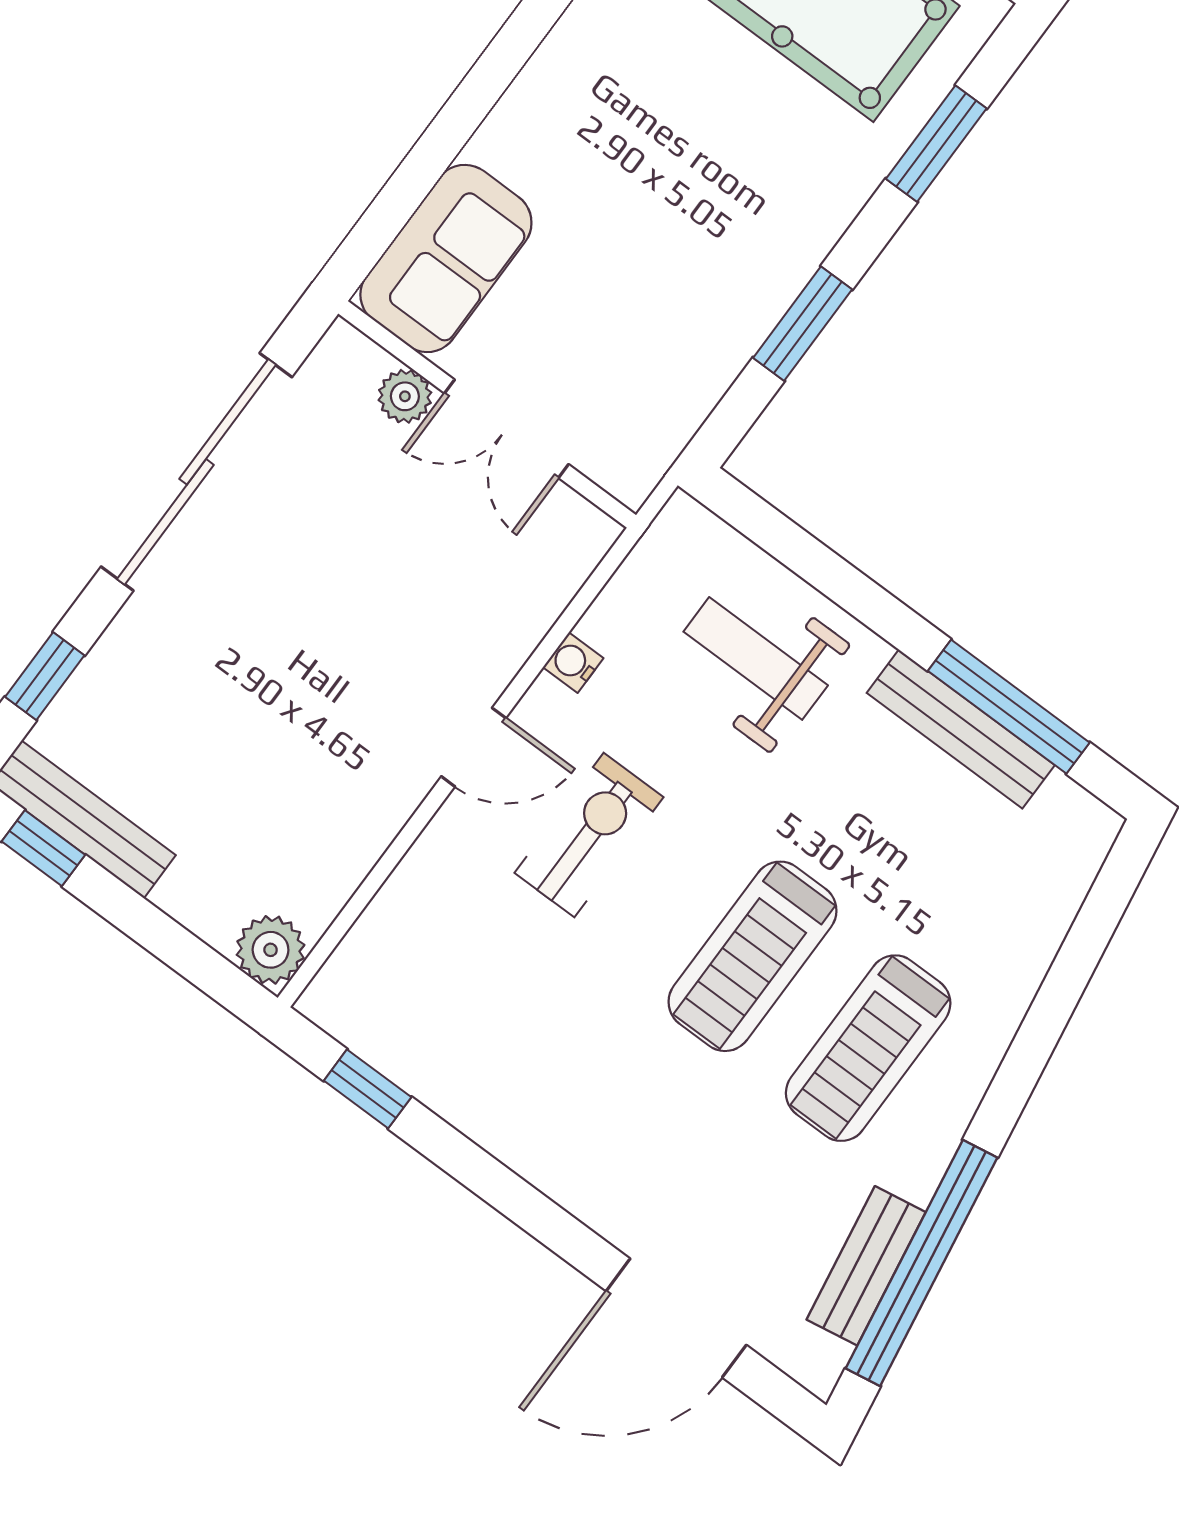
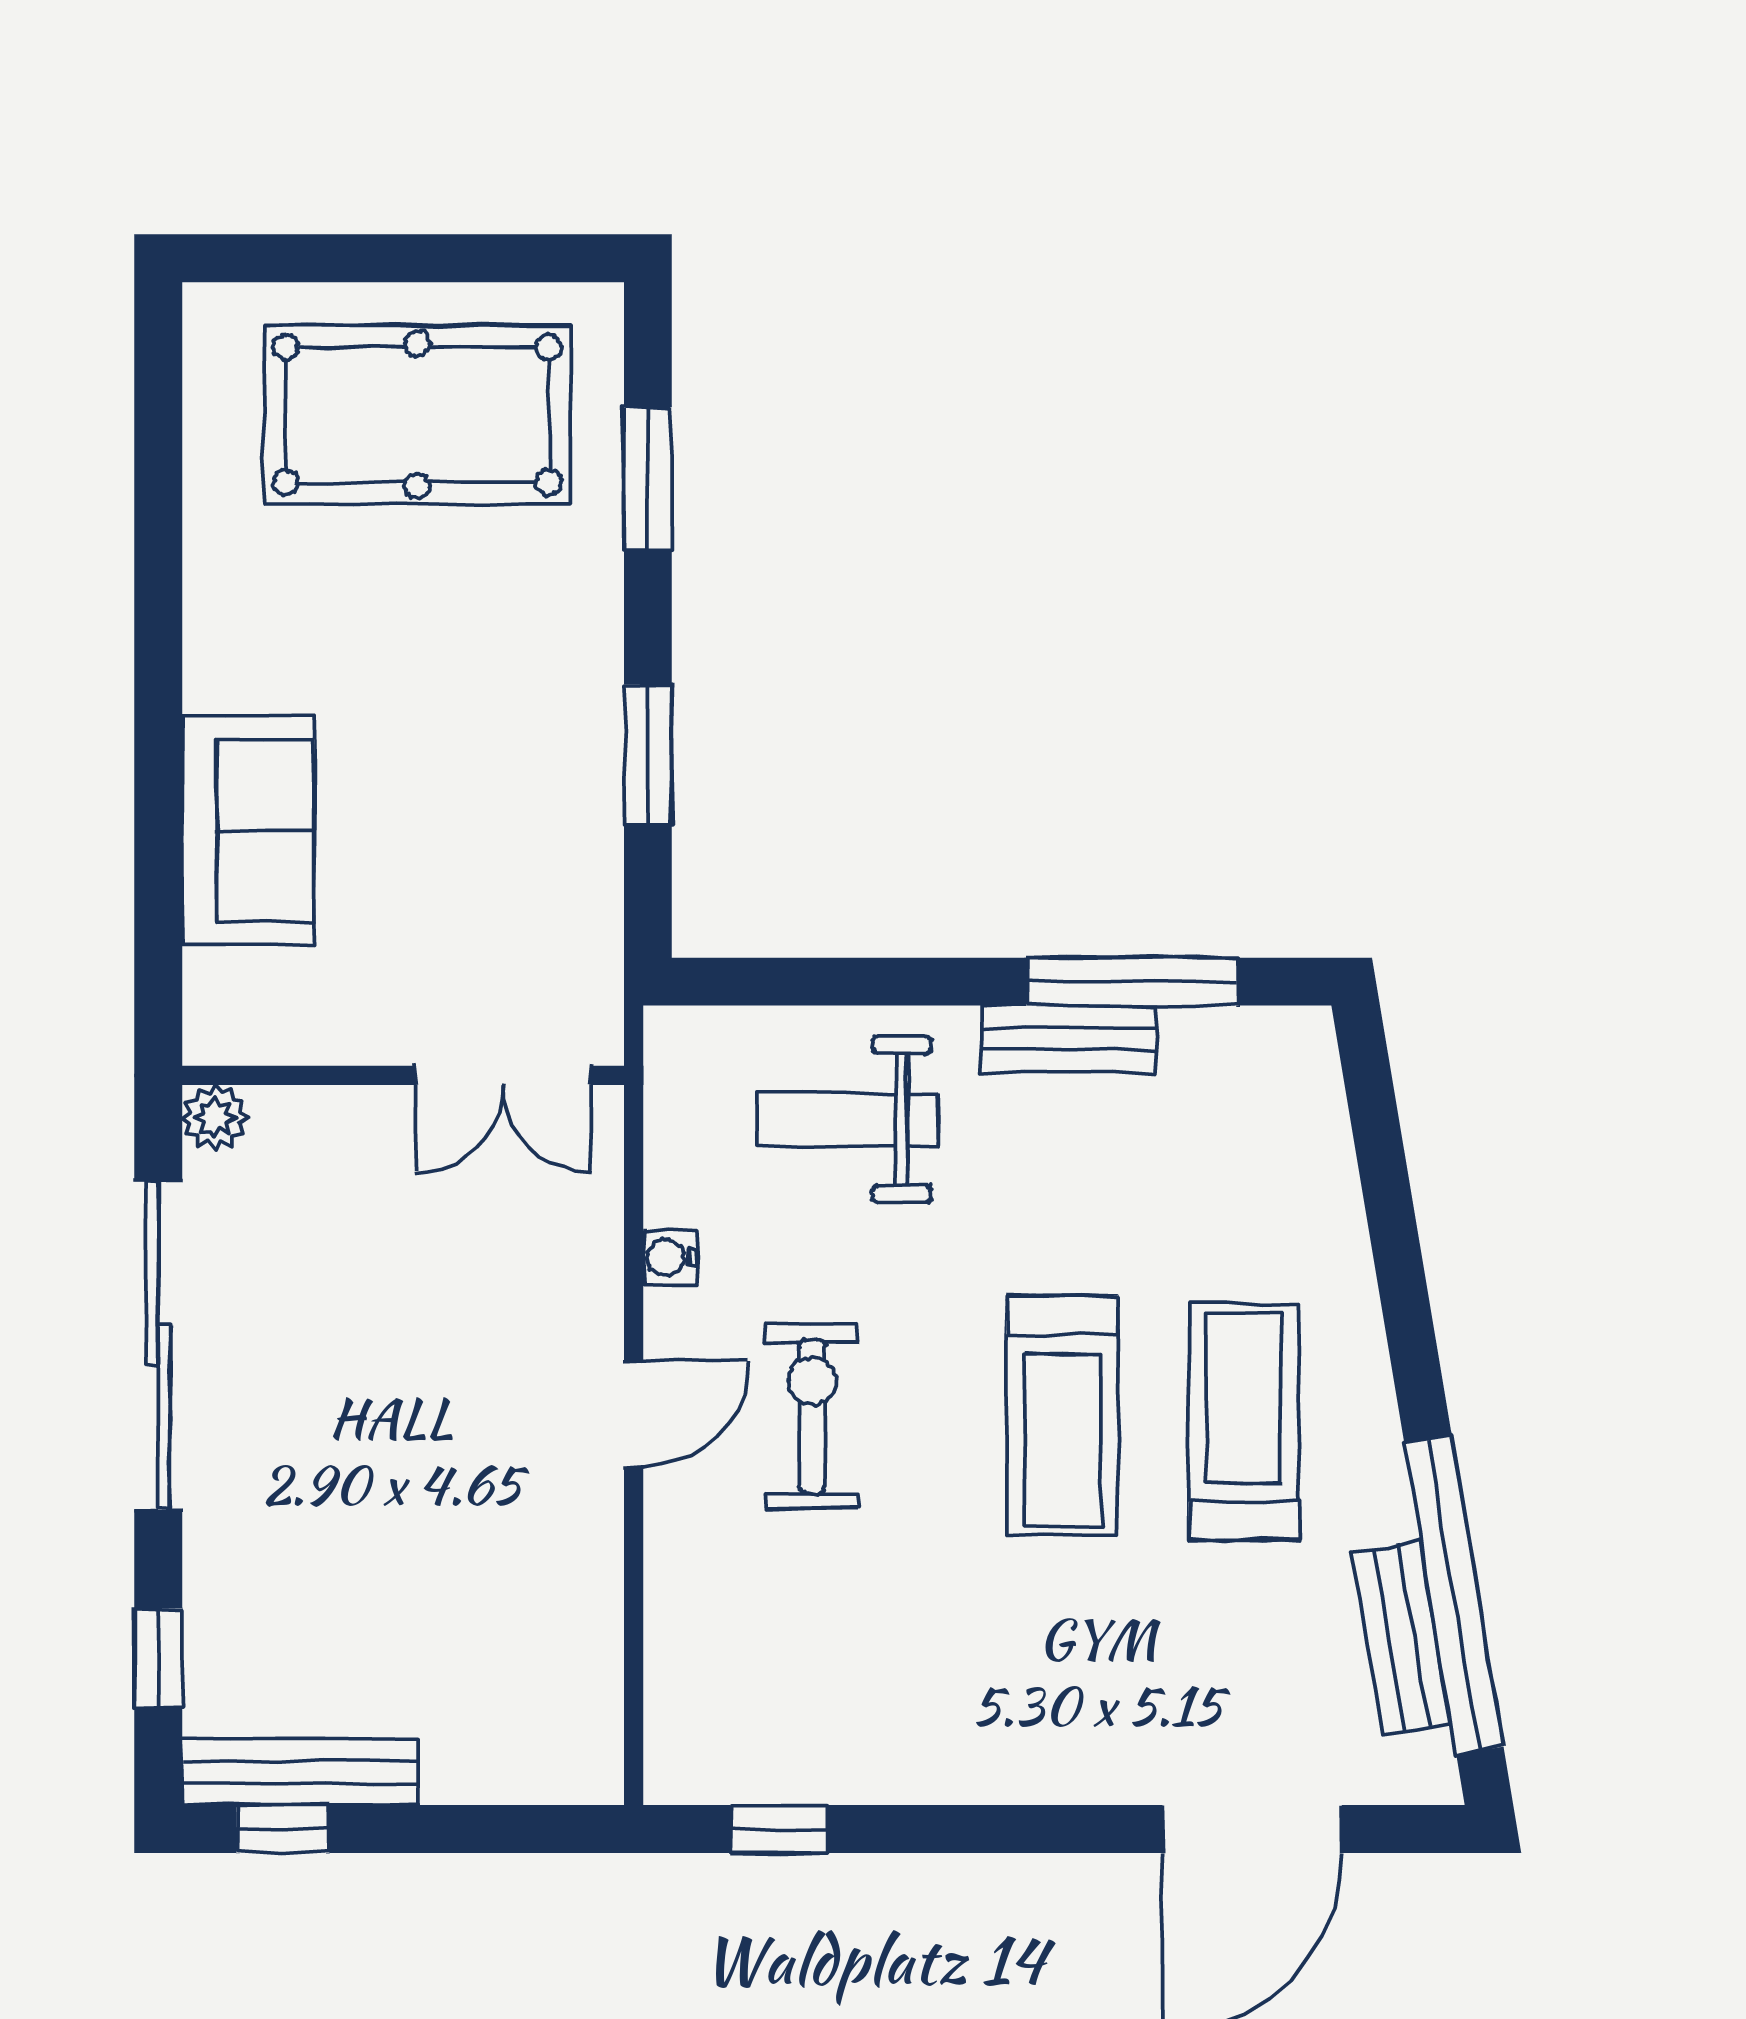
sofa: (446, 259) -> (248, 831), moved
plant: (405, 396) -> (215, 1118), moved
double door: (507, 429) -> (503, 1075), moved
bench: (961, 729) -> (1069, 1039), width x0.73
plant: (271, 950) -> (582, 1763), removed
treadmill: (868, 1048) -> (1244, 1422), turned 180

